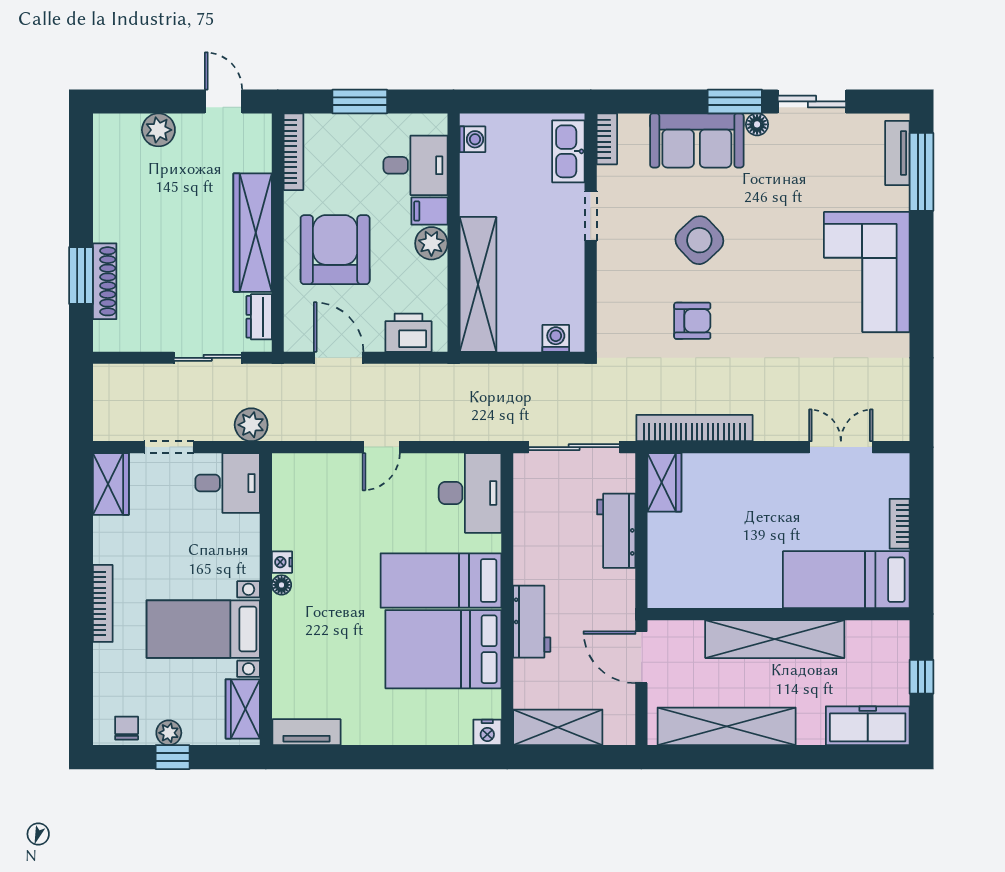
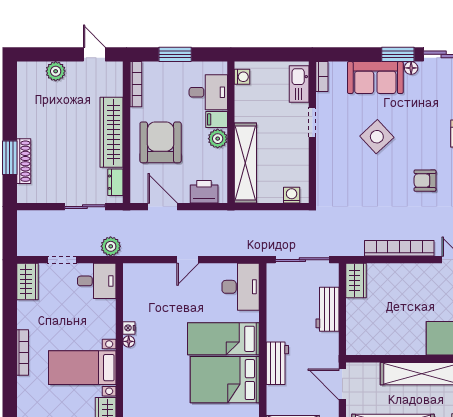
armchair: (692, 321) -> (425, 181), moved, turned 180
bookcase: (694, 428) -> (399, 248), moved

